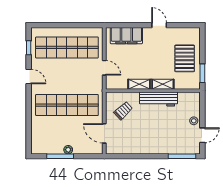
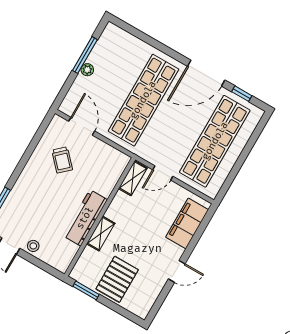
pallet: (185, 58) -> (117, 279), turned 90
door: (29, 76) -> (206, 73), width x1.88
shelving: (139, 84) -> (133, 178), moved
trolley: (123, 111) -> (62, 160), moved
door: (104, 133) -> (82, 126), hinge flipped

